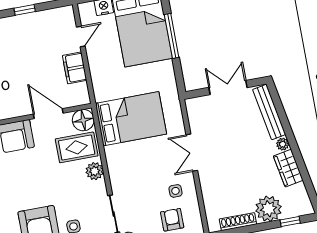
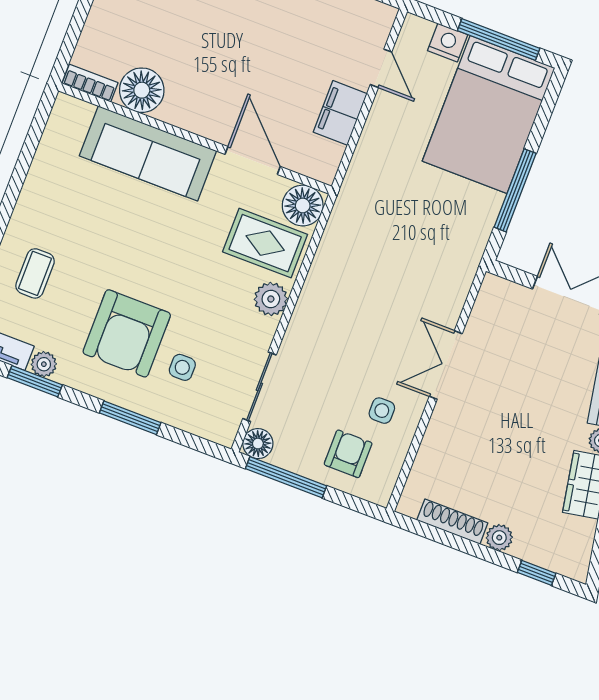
window: (172, 36) -> (515, 190), moved
door: (81, 37) -> (381, 68), hinge flipped
bed: (131, 119) -> (381, 250), removed
plant: (268, 209) -> (499, 538), width x0.53, depth x0.53

